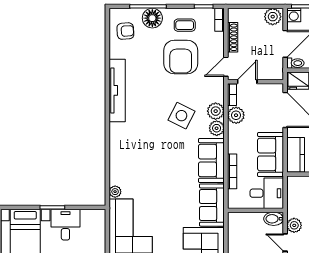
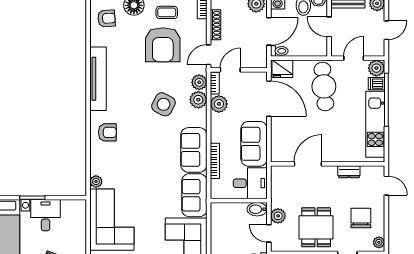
plant: (217, 128) -> (199, 82), moved
armchair: (126, 143) -> (107, 132), added
kitchen counter: (296, 155) -> (279, 144), removed

